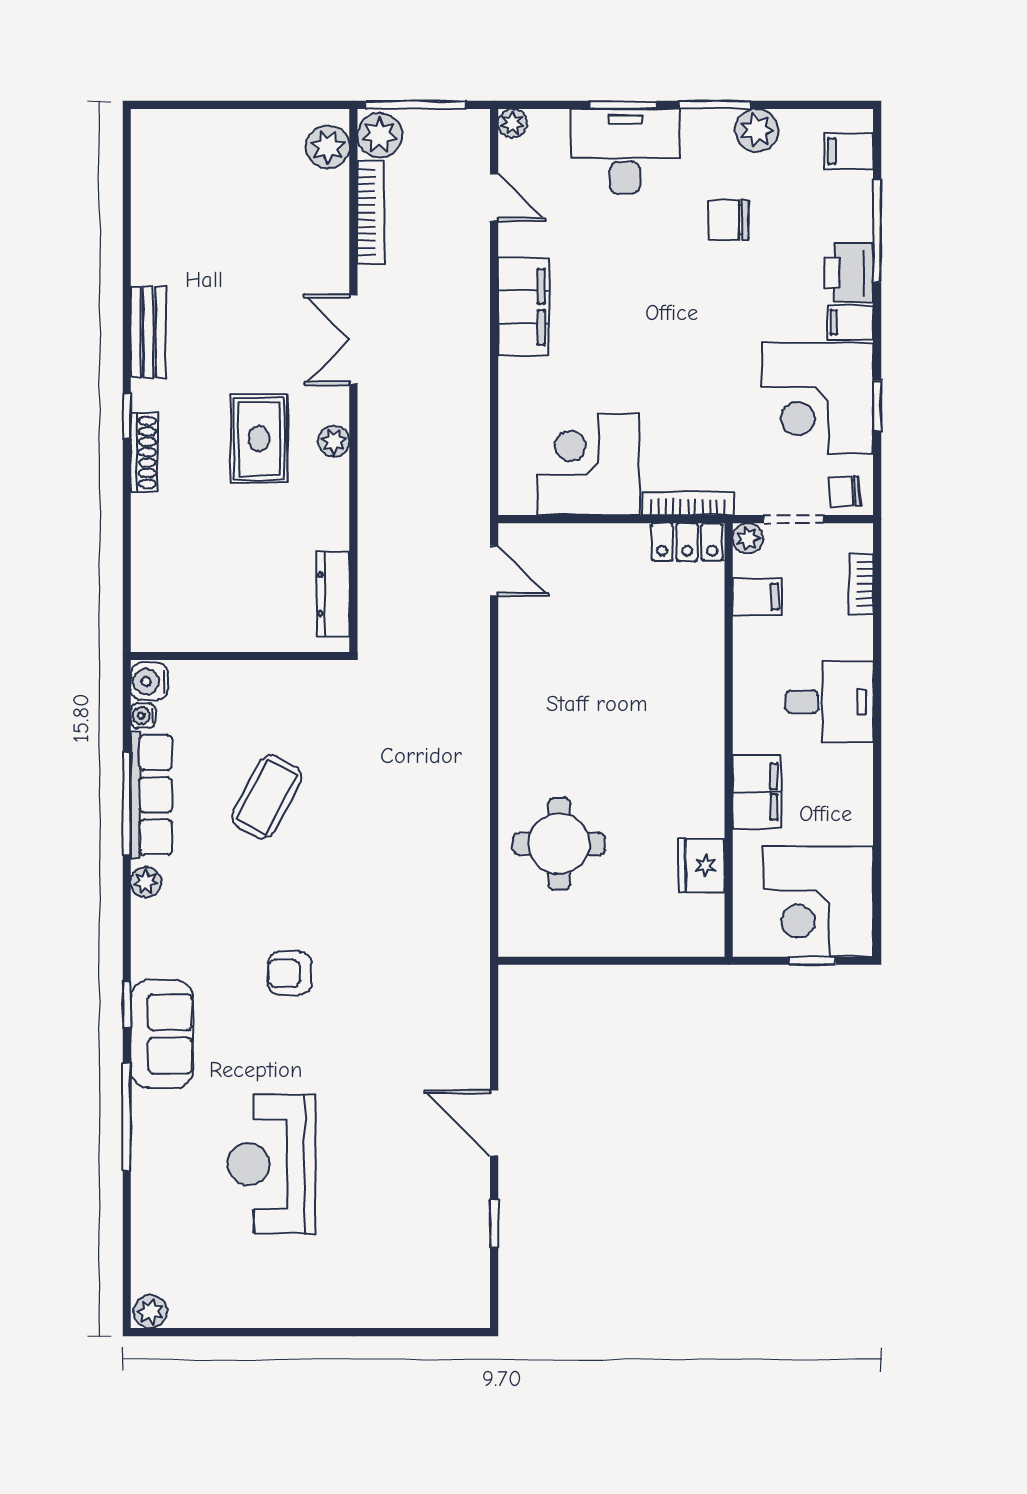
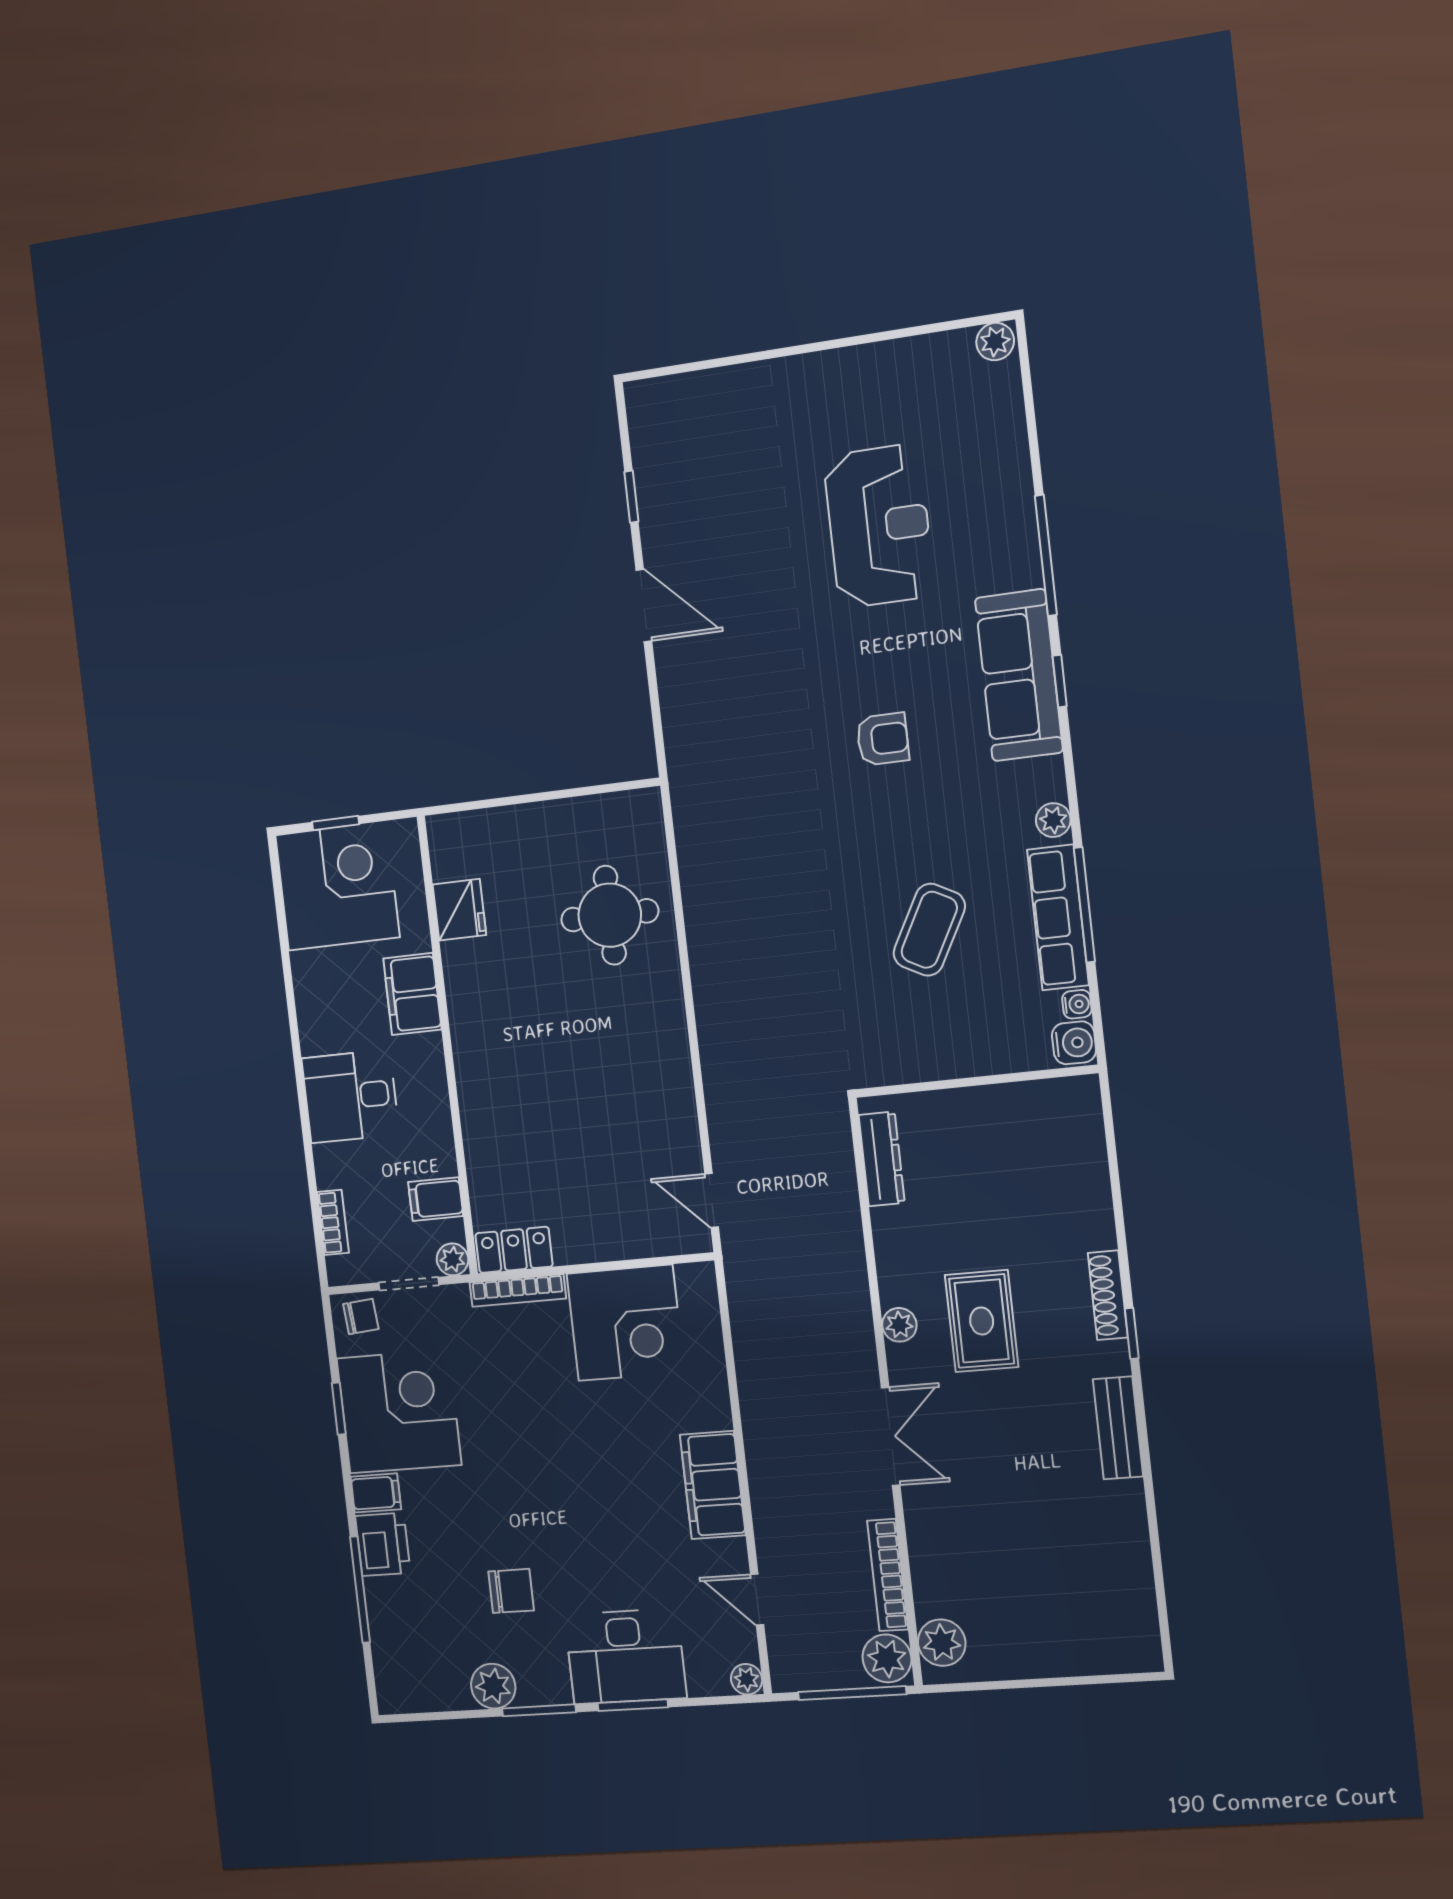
filing cabinet: (849, 151) -> (398, 1670), removed
sofa: (162, 1034) -> (1019, 675), width x1.36

